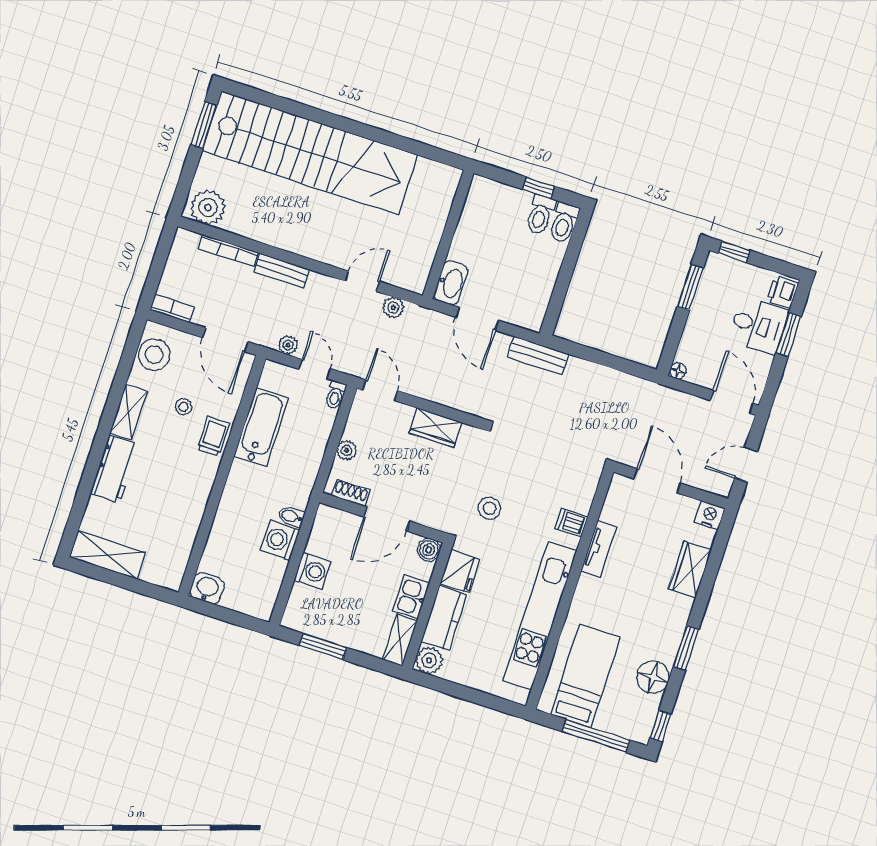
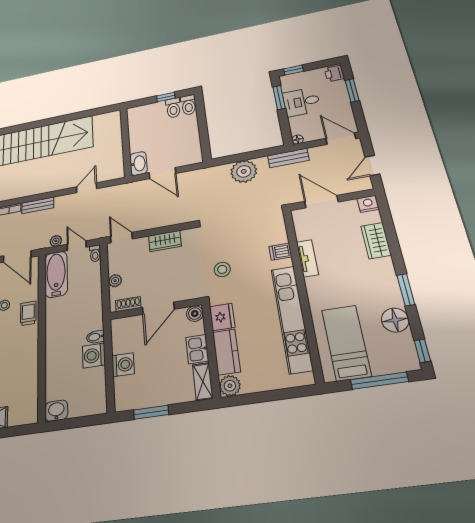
plant: (393, 308) -> (244, 171), moved, width x1.88, depth x1.88
desk: (758, 325) -> (301, 102), moved, turned 180
bench: (538, 355) -> (288, 158), moved
bathtub: (261, 427) -> (56, 274), moved

